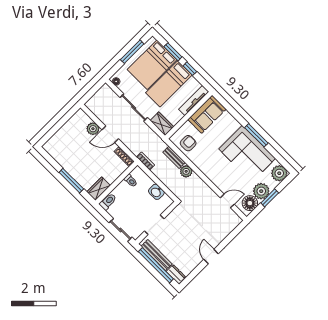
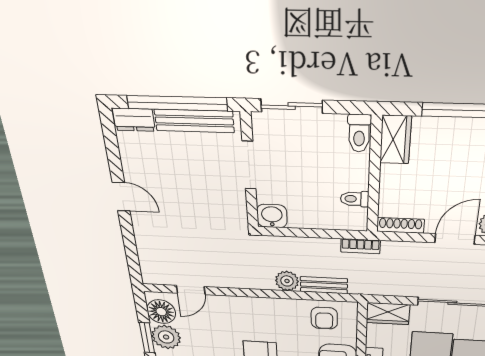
washbasin: (156, 192) -> (272, 216), moved

